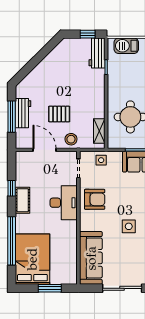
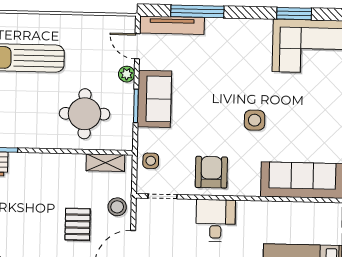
desk: (64, 203) -> (216, 221), width x0.73

